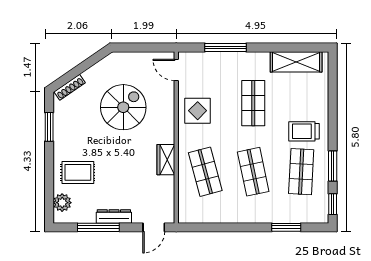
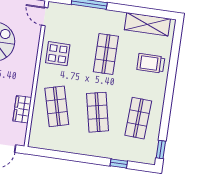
trolley: (304, 131) -> (151, 63), moved
wardrobe: (166, 160) -> (22, 109), moved
window: (333, 166) -> (166, 117), removed
window: (286, 227) -> (119, 163), width x0.67

